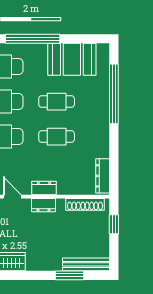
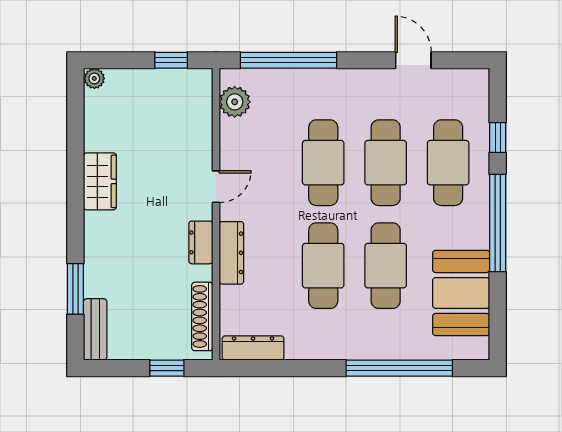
cafe table: (57, 102) -> (386, 266), width x1.37, depth x1.35
cafe table: (57, 137) -> (323, 266), width x1.37, depth x1.35
dresser: (44, 188) -> (231, 253), width x1.44
bench: (86, 264) -> (95, 329), width x0.73

